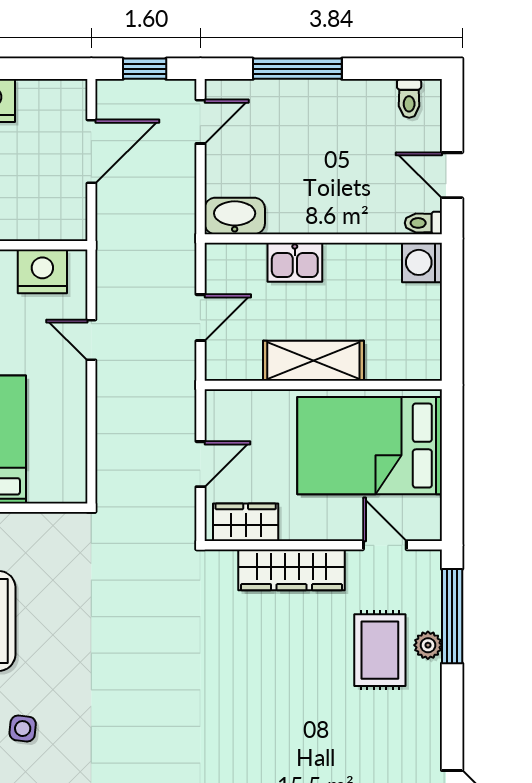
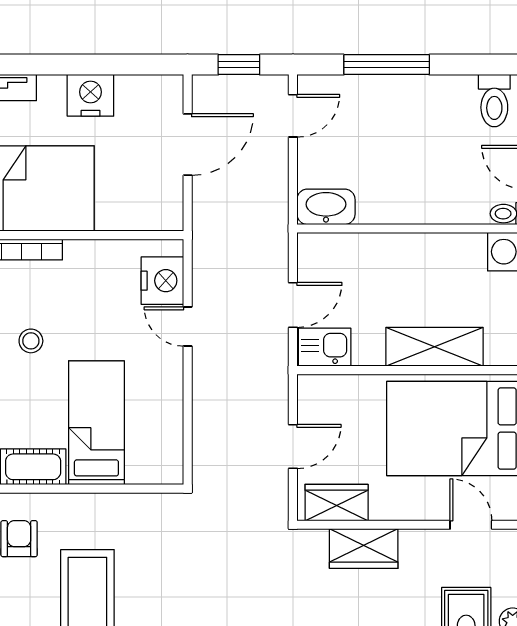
toilet: (409, 98) -> (494, 101), width x1.37, depth x1.39
kitchen sink: (295, 262) -> (325, 347), moved, turned 180
nightstand: (42, 271) -> (162, 281), moved, turned 90
shelving: (313, 361) -> (435, 347), moved
wardrobe: (292, 570) -> (364, 549), width x0.67

